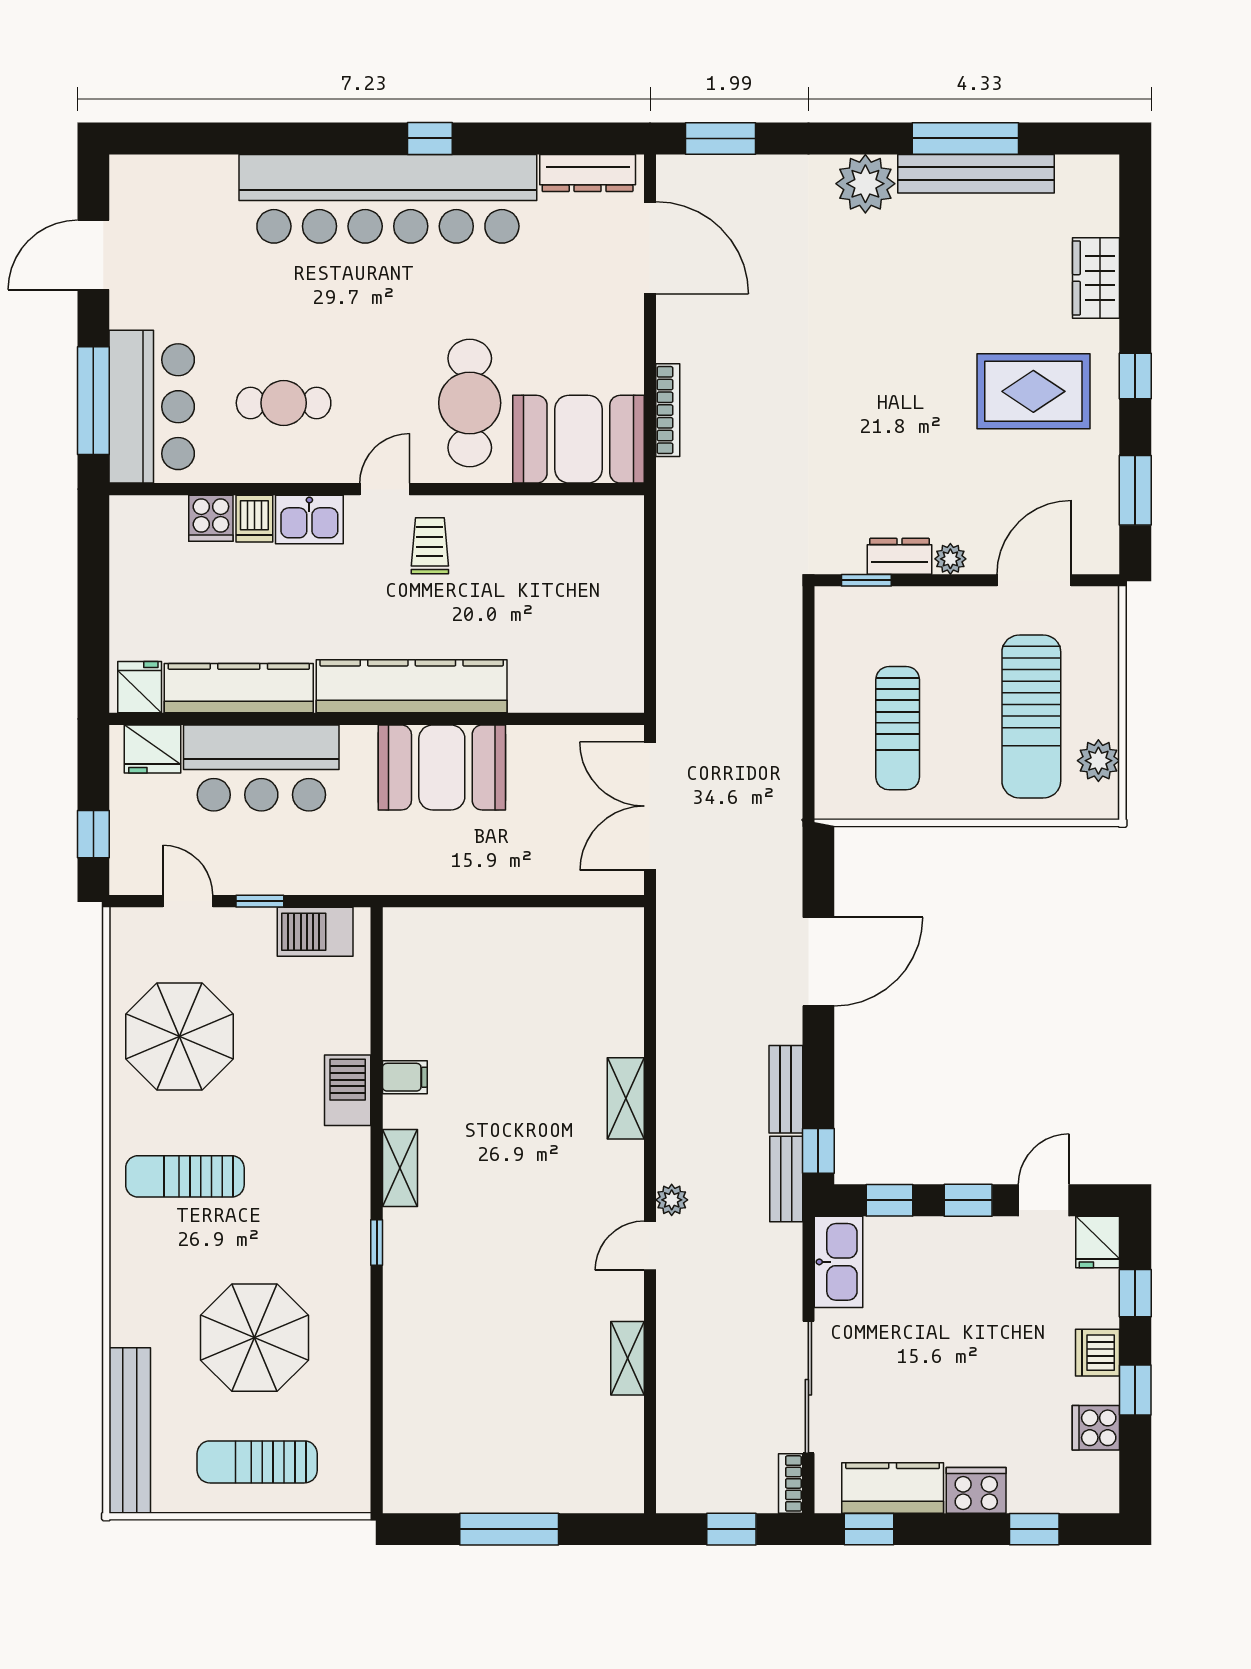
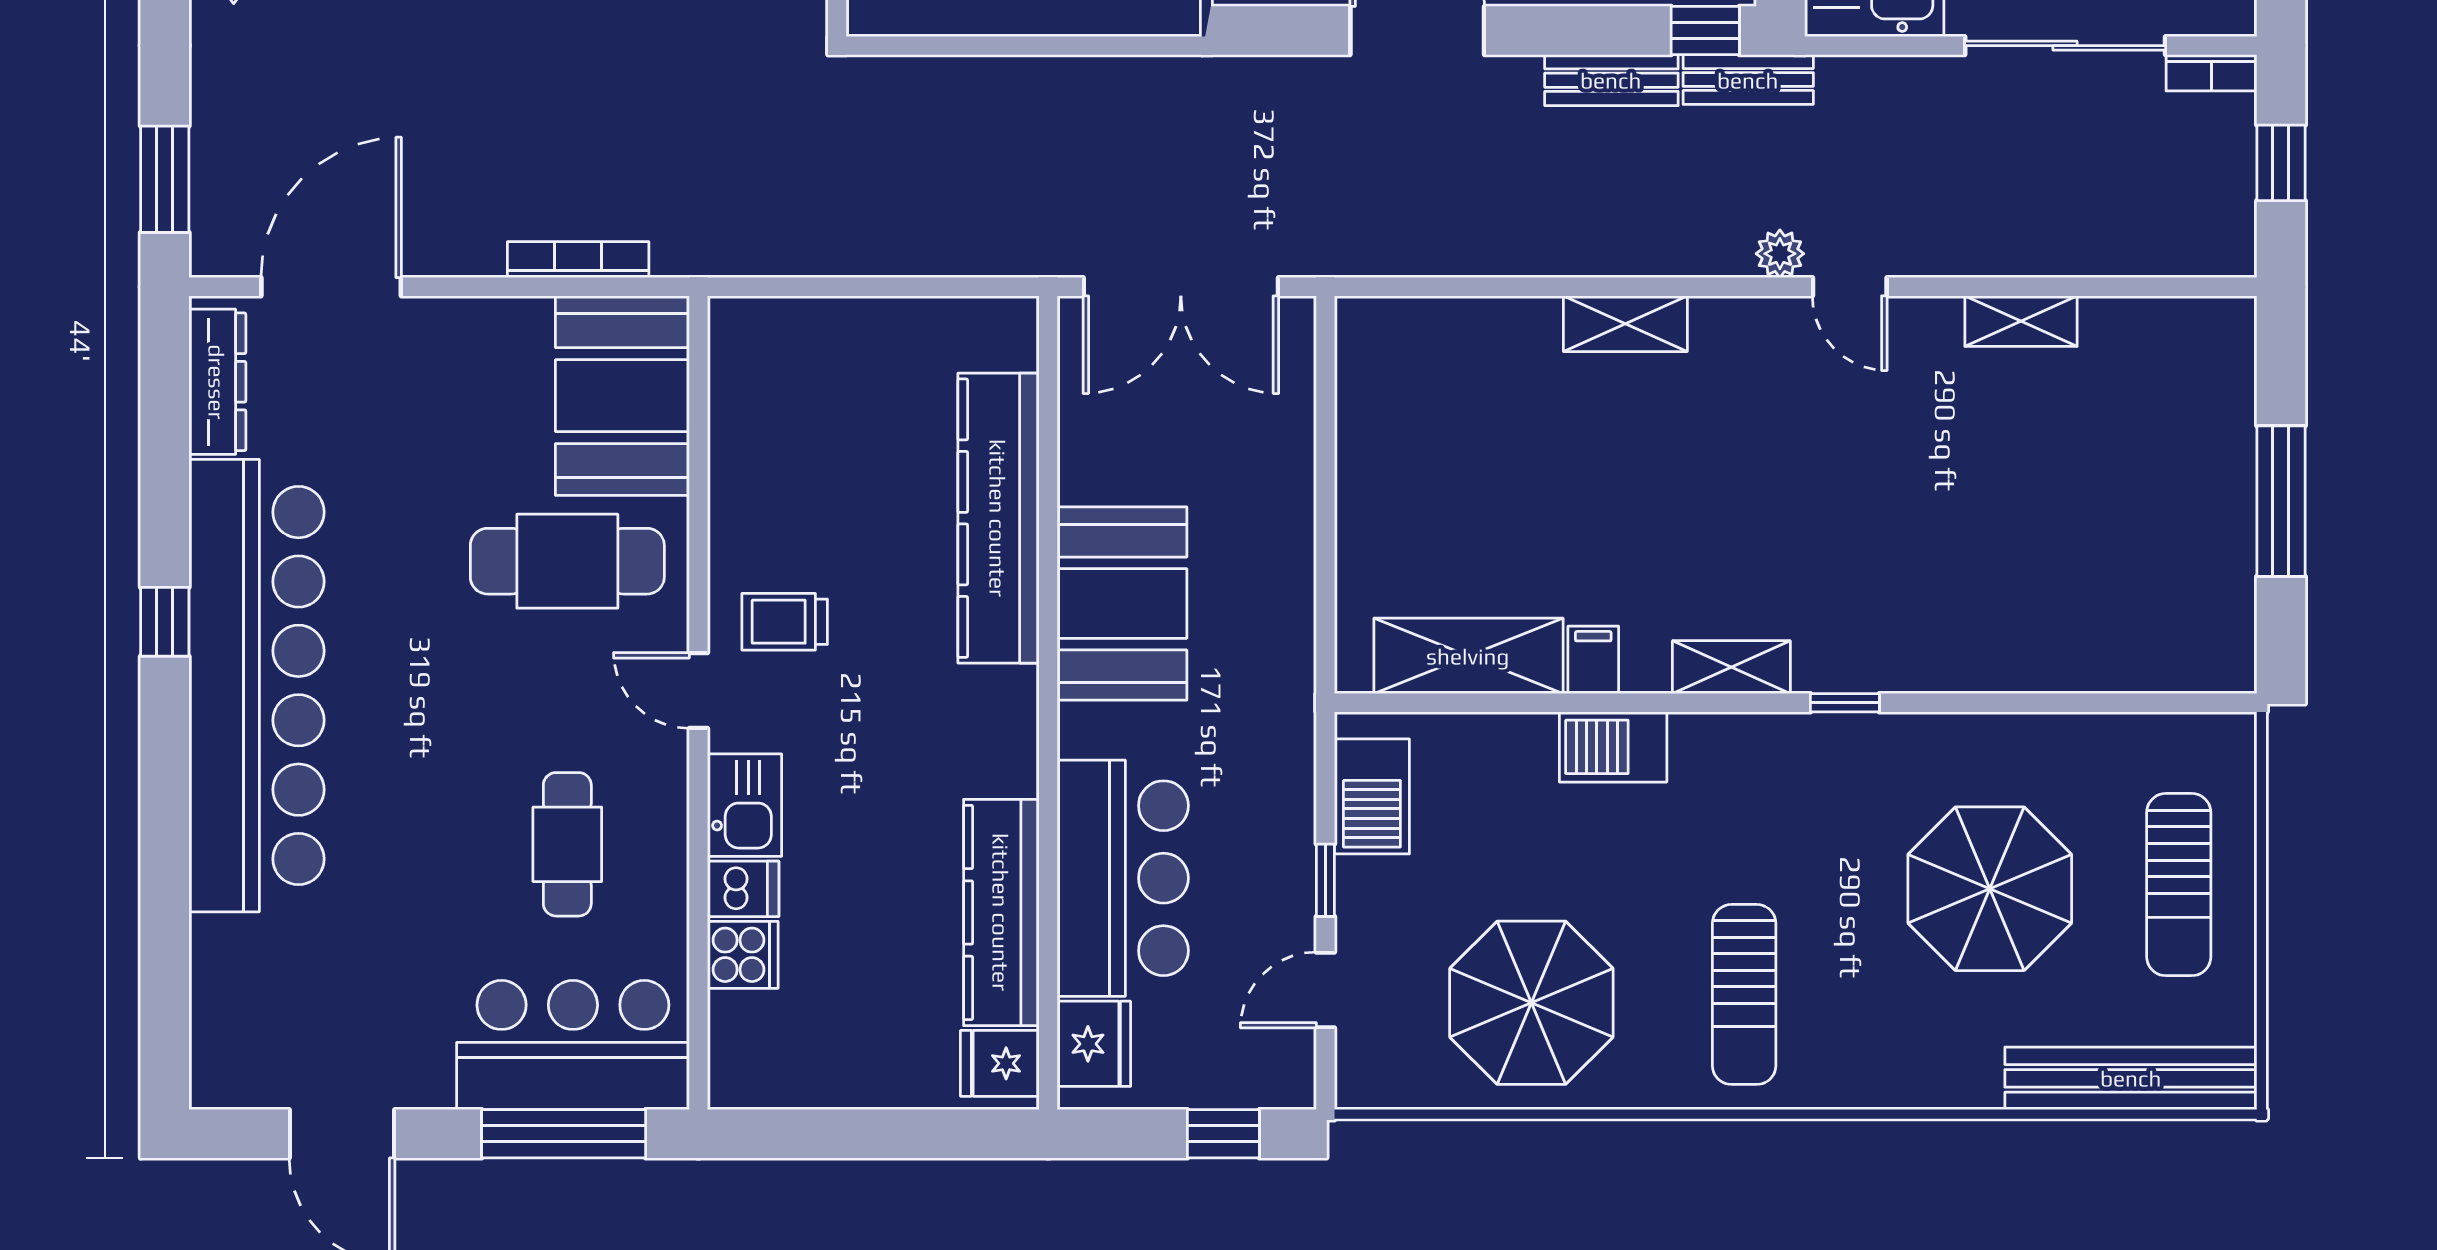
kitchen counter: (412, 686) -> (998, 518), moved
shelving: (407, 995) -> (1468, 656), added

